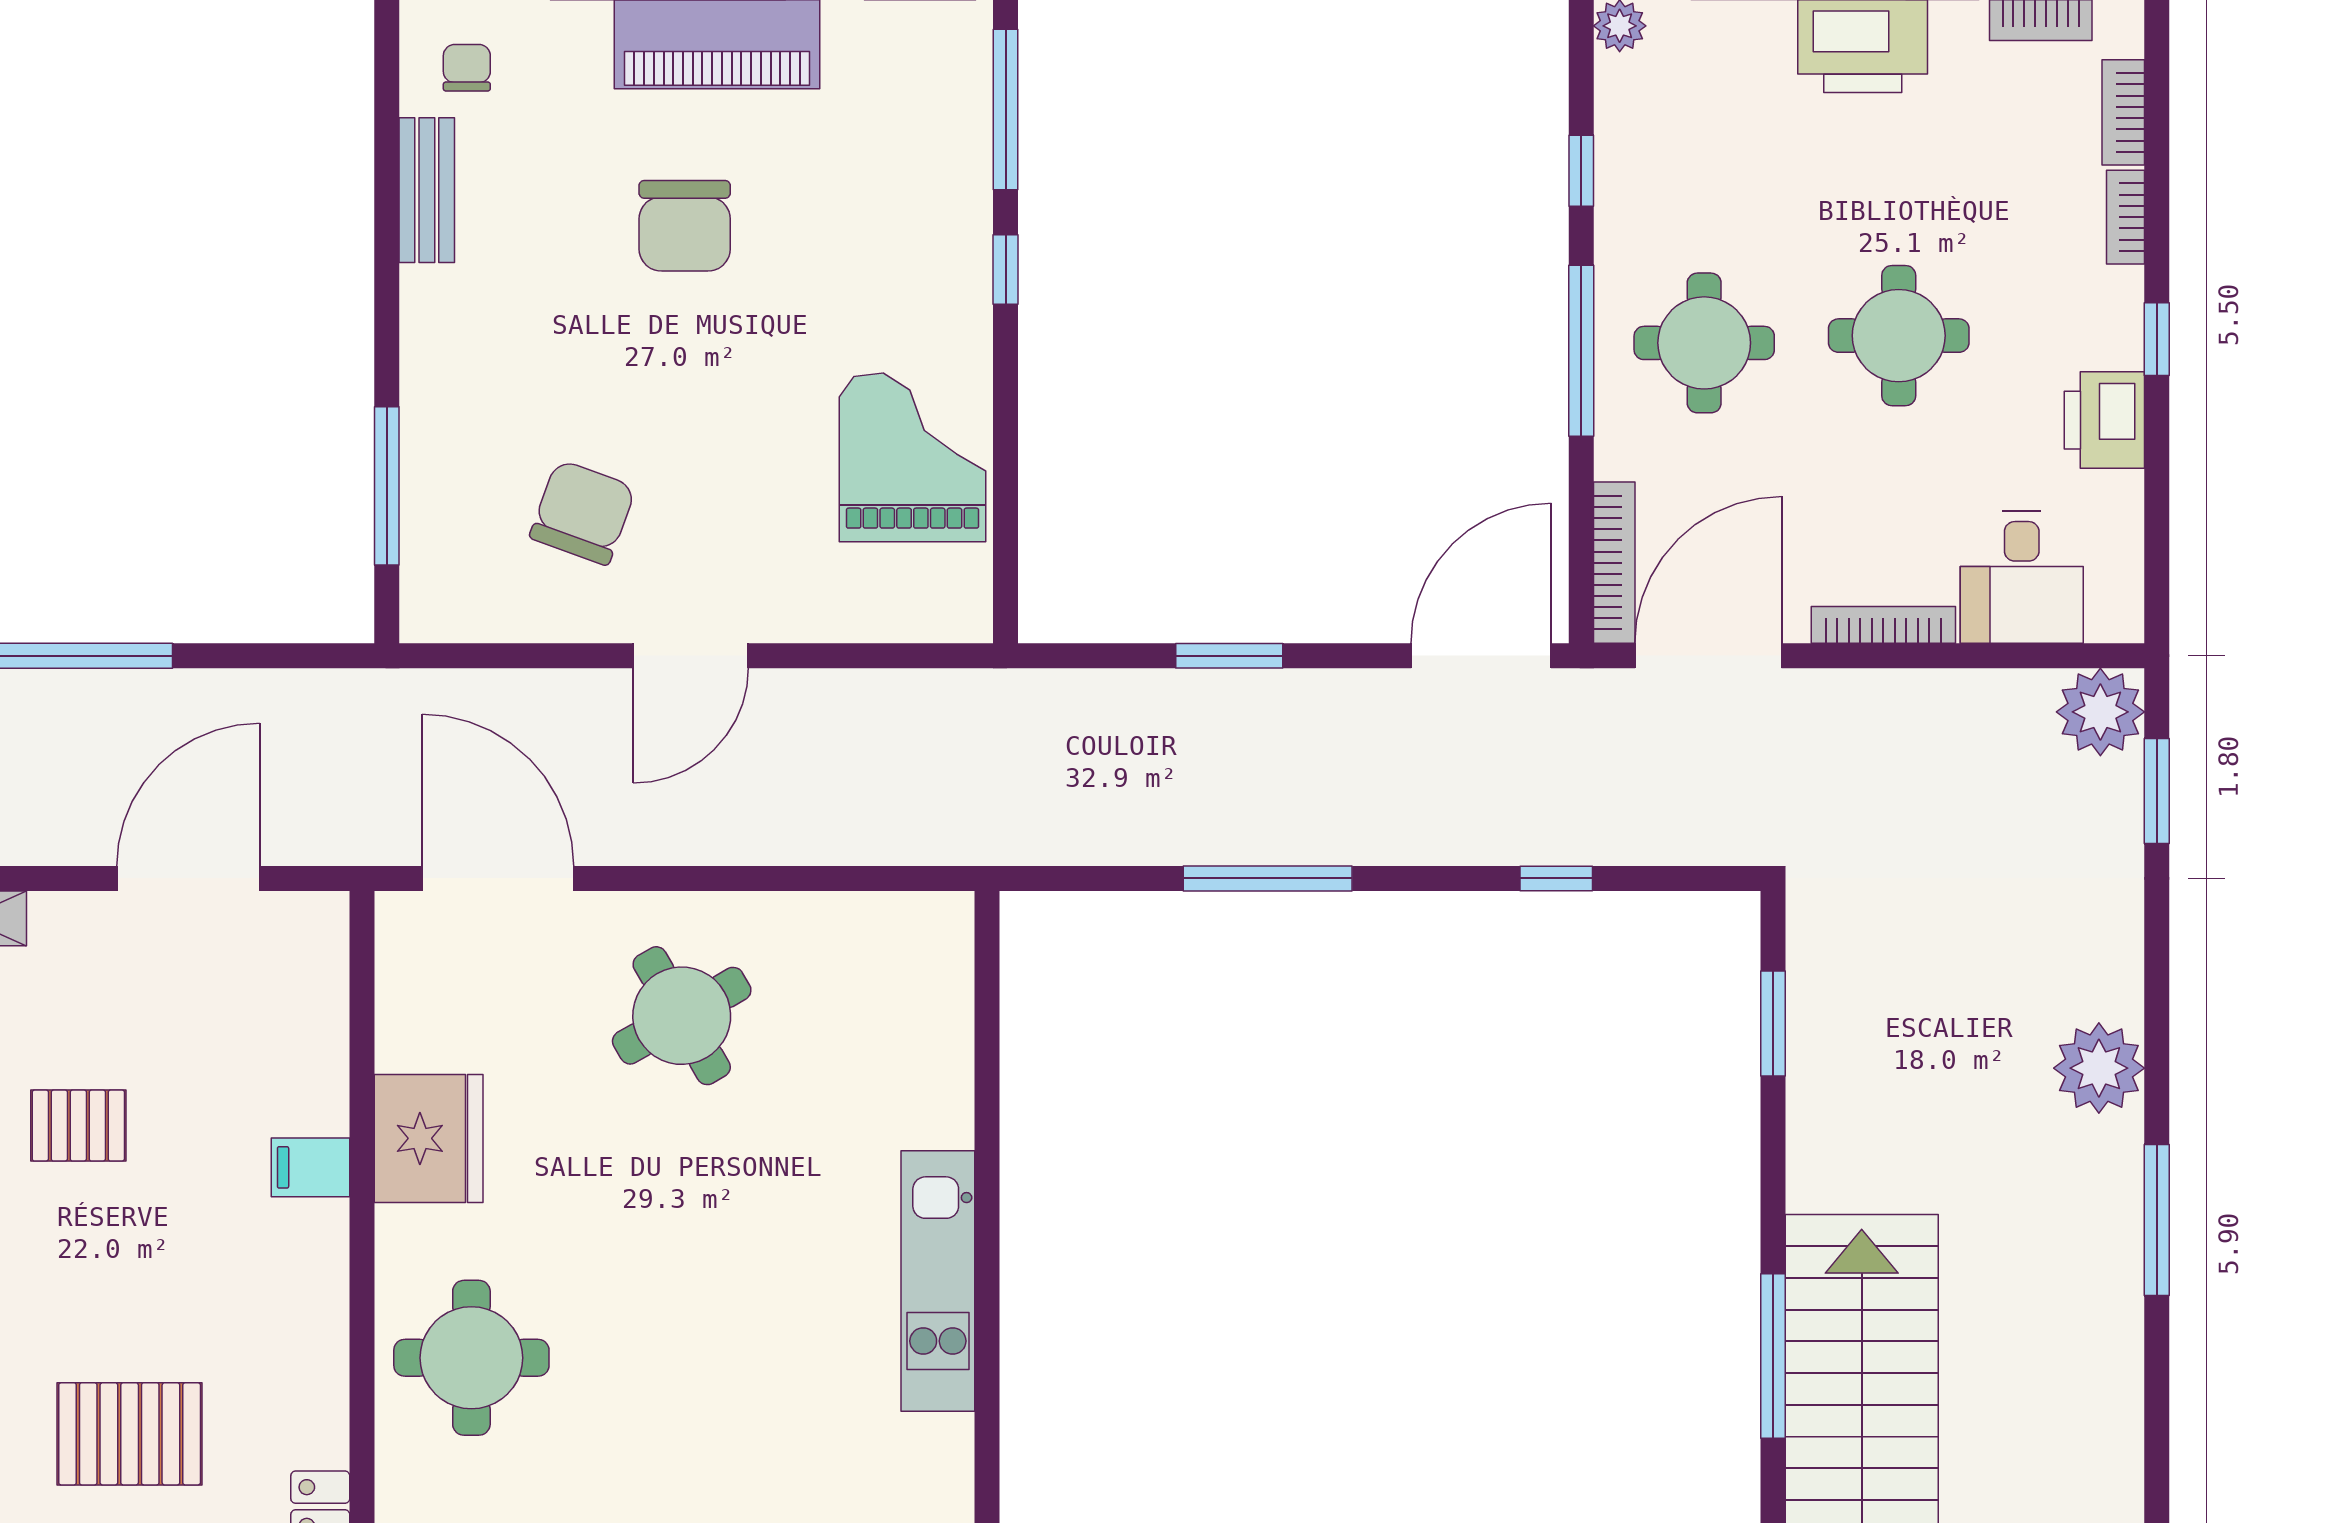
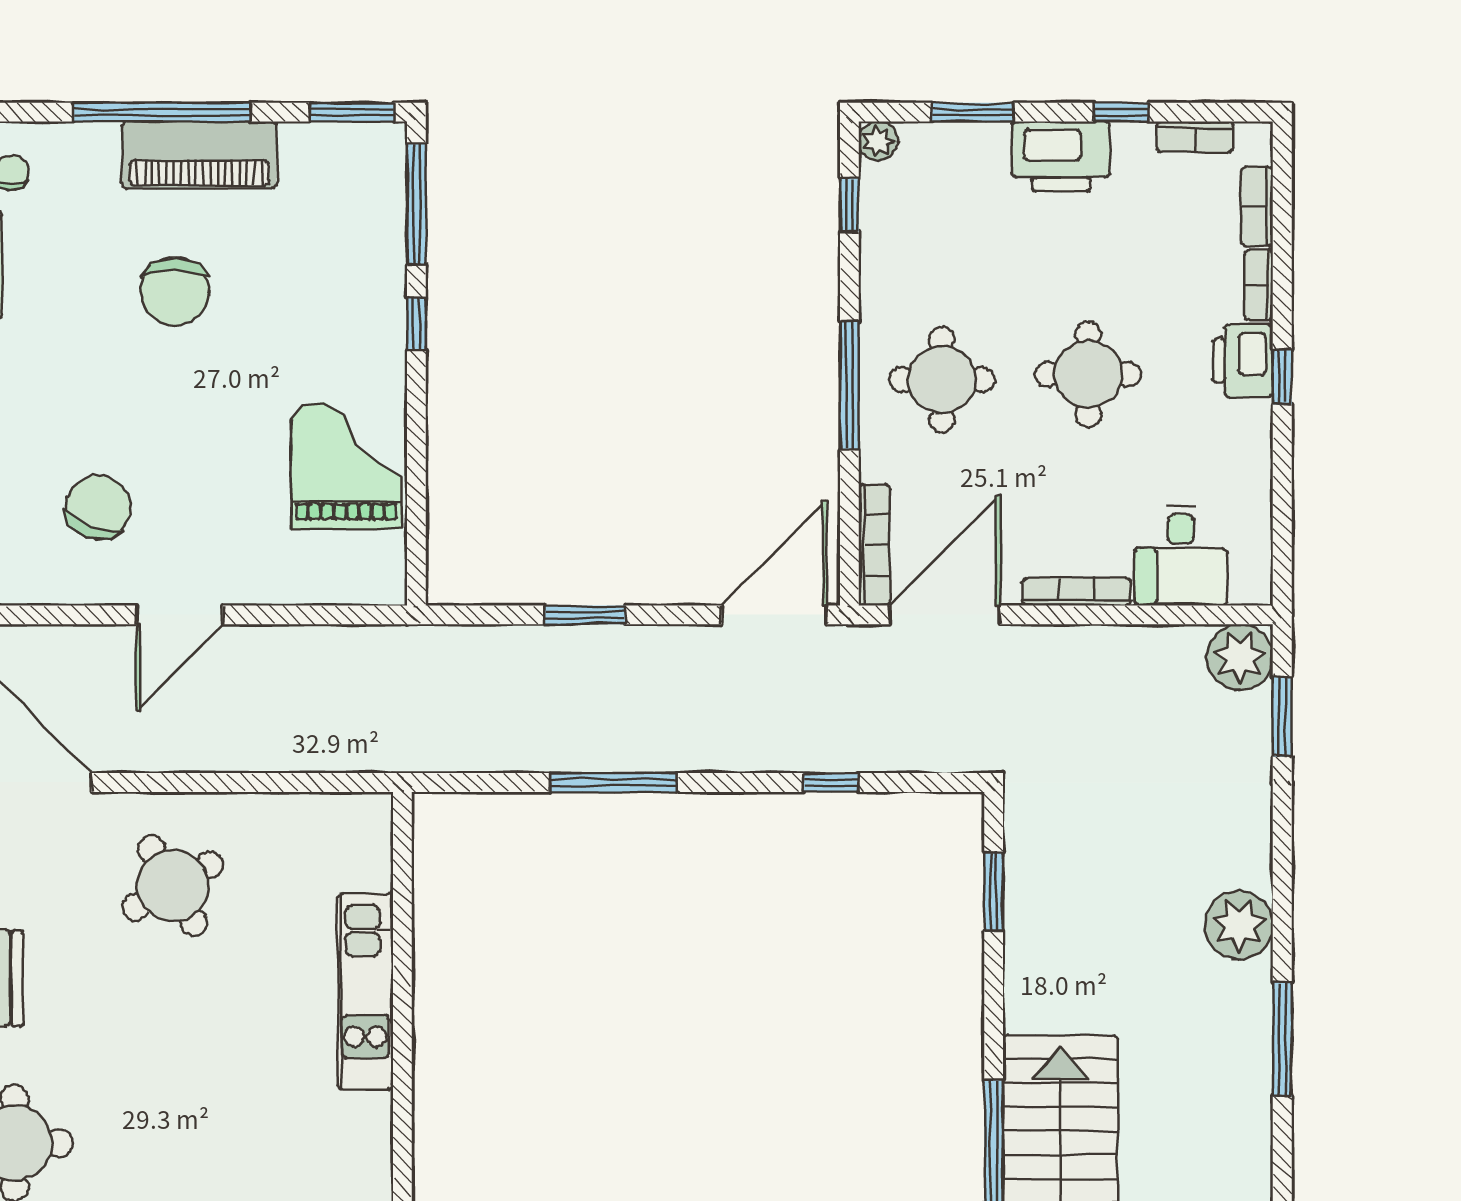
window: (1581, 171) -> (849, 205), moved
printer: (2104, 420) -> (1243, 360), moved
kitchen unit: (938, 1281) -> (365, 991), moved

